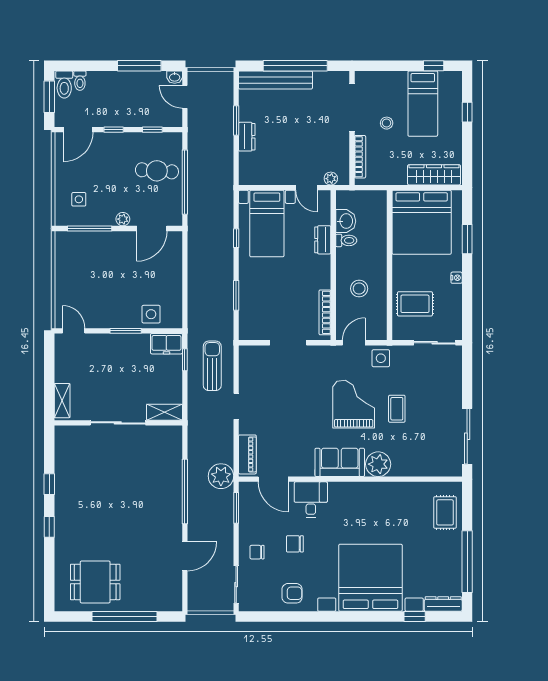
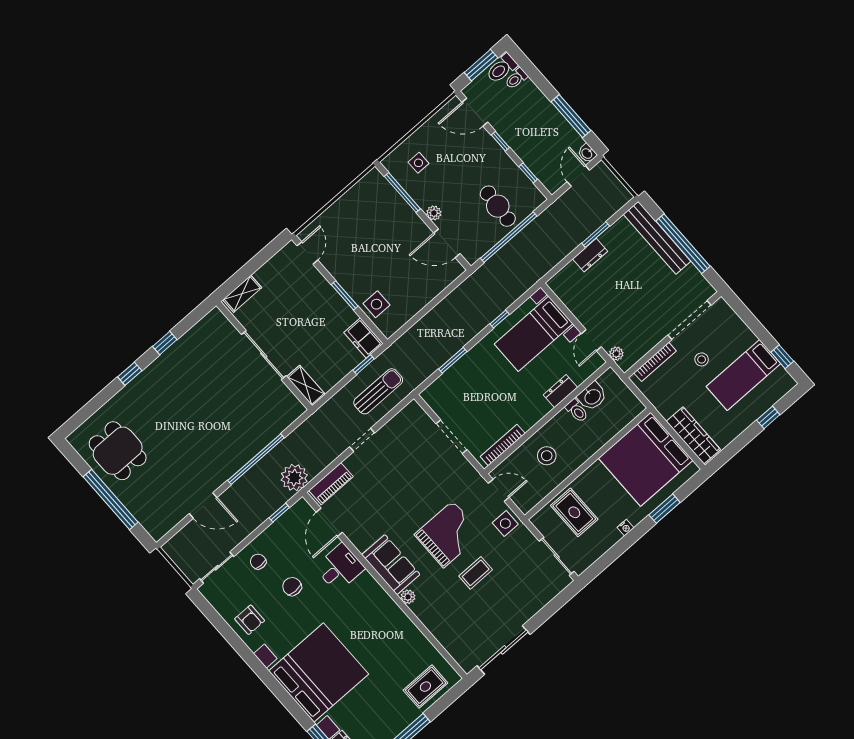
plant: (378, 464) -> (408, 597), width x0.53, depth x0.53
window: (236, 508) -> (279, 513), width x0.67

